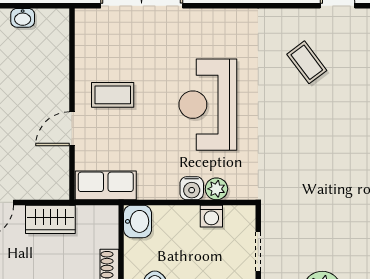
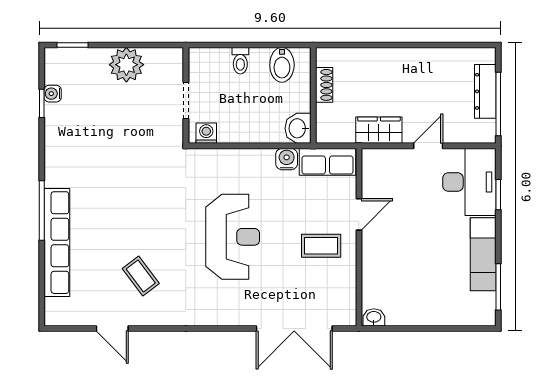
washbasin: (23, 18) -> (374, 317), moved
water cooler: (192, 188) -> (287, 159), moved
plant: (216, 189) -> (225, 159), removed
washing machine: (211, 216) -> (206, 133), moved

